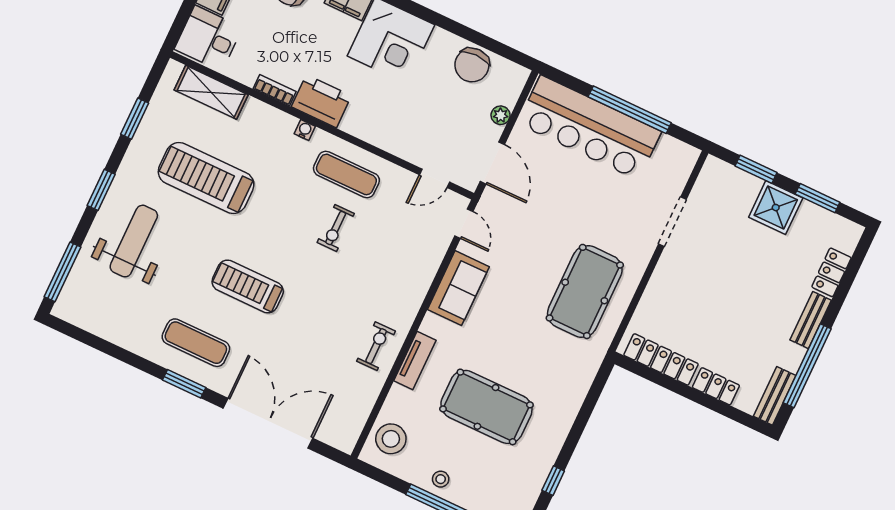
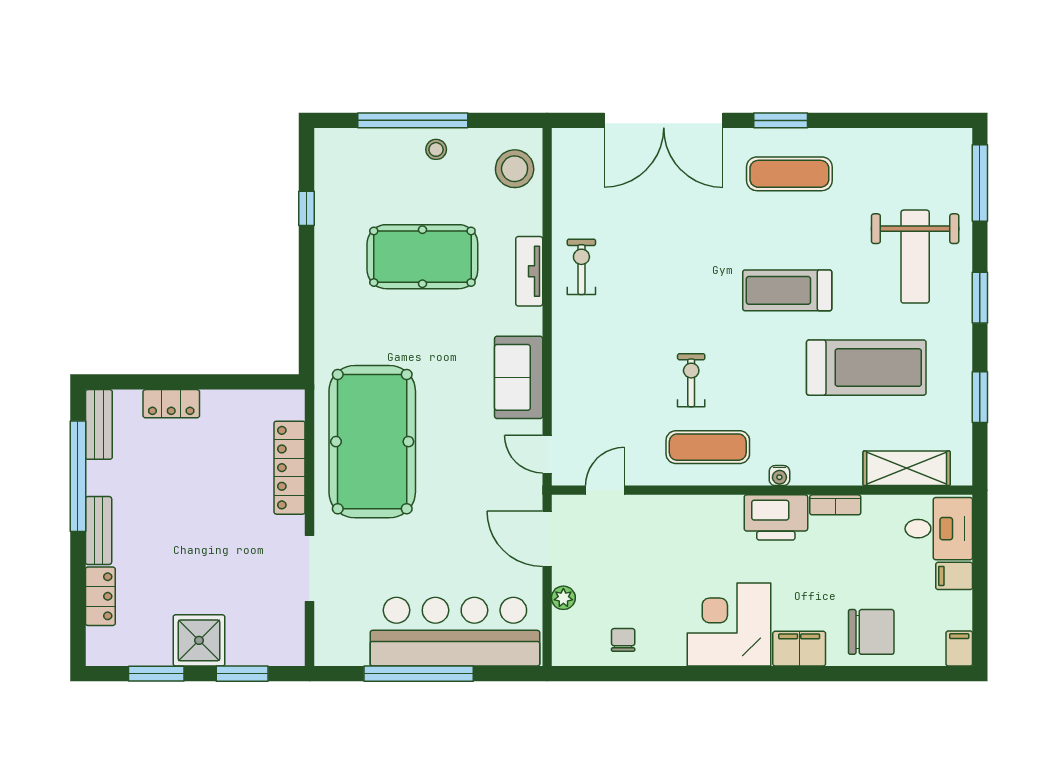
chair: (472, 65) -> (623, 640), width x0.54, depth x0.54
treadmill: (248, 286) -> (787, 290), moved, turned 180
pool table: (585, 291) -> (372, 442), width x1.36, depth x1.32
exercise bike: (376, 346) -> (581, 267), turned 180
locker: (661, 359) -> (290, 468), moved, turned 90

